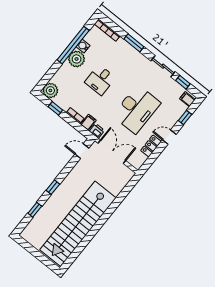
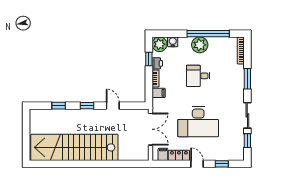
water cooler: (83, 46) -> (173, 42), moved
filing cabinet: (187, 99) -> (163, 154), moved
printer: (97, 131) -> (157, 63), moved
door: (82, 151) -> (113, 106), moved

